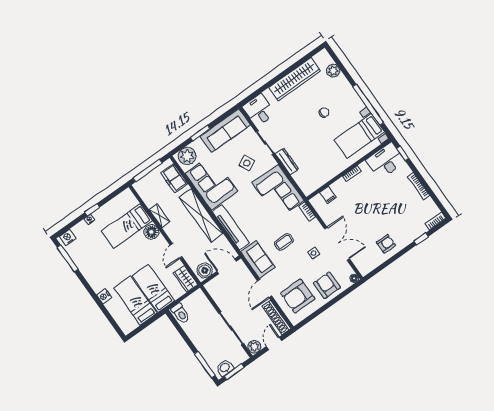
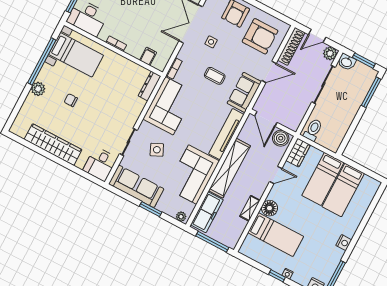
plant: (333, 71) -> (38, 89), moved
plant: (187, 156) -> (181, 217), width x0.53, depth x0.53
dresser: (287, 161) -> (150, 86), moved
freezer: (174, 178) -> (207, 212), width x1.40
nightstand: (104, 296) -> (344, 243), moved
toilet: (180, 313) -> (313, 130), moved
washbasin: (225, 368) -> (347, 62), moved

